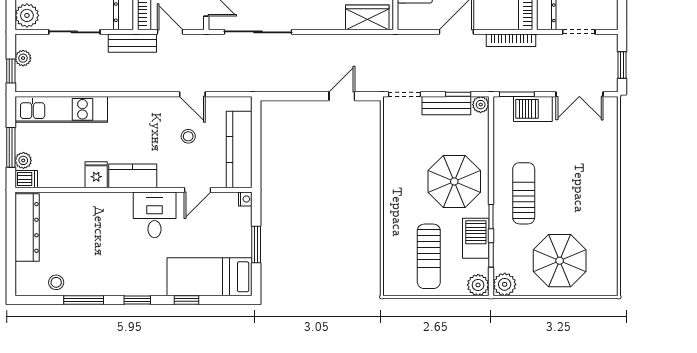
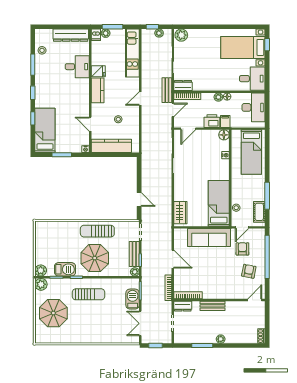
door: (192, 94) -> (140, 99), moved
desk: (155, 215) -> (77, 67), moved
sun lounger: (429, 256) -> (97, 231), moved

